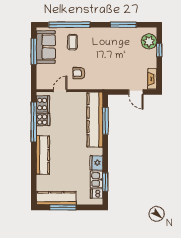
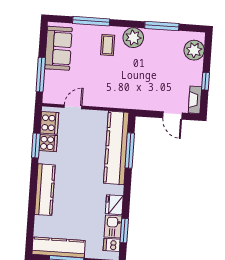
window: (69, 25) -> (91, 21), width x0.68
plant: (102, 35) -> (133, 38), added
coffee table: (72, 42) -> (108, 45), moved
window: (159, 50) -> (206, 81), moved
window: (34, 51) -> (41, 75), moved
armchair: (79, 73) -> (99, 86), removed
window: (34, 122) -> (36, 145), width x0.47

